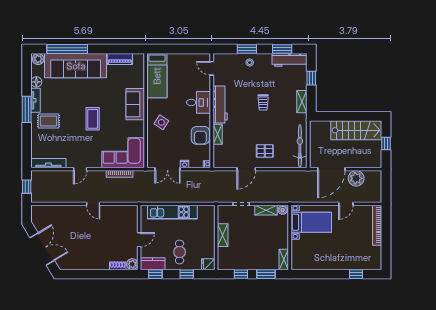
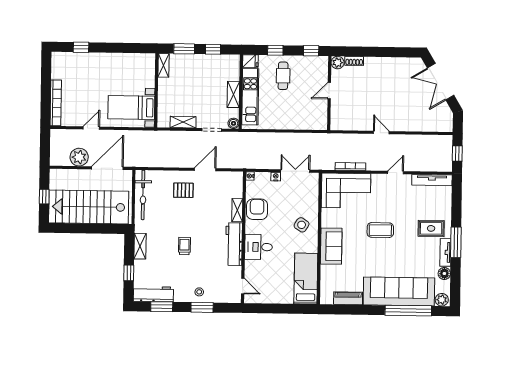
coffee table: (93, 119) -> (380, 230), turned 90
stairs: (356, 130) -> (89, 207), width x1.36, depth x1.51
boiler: (283, 210) -> (234, 123), moved
kitchen unit: (172, 212) -> (250, 97), moved, turned 90
kitchen counter: (153, 264) -> (314, 63), removed

